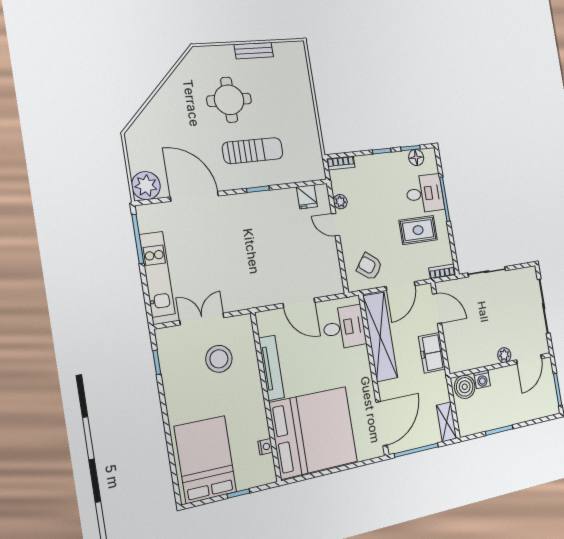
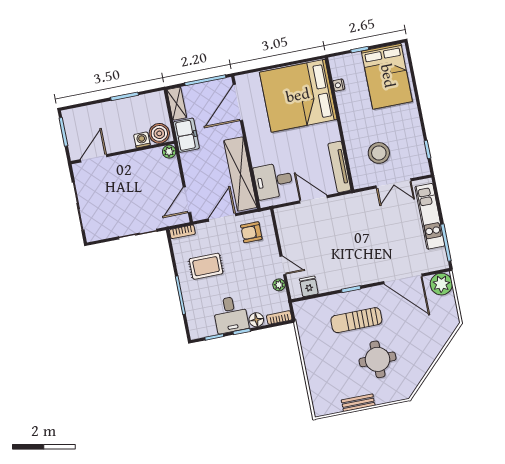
floor lamp: (416, 158) -> (256, 320), moved
desk: (425, 194) -> (231, 315), moved, turned -90
armchair: (369, 266) -> (251, 232), turned 143
door: (437, 308) -> (187, 200), hinge flipped
freezer: (432, 353) -> (186, 135), moved
plant: (504, 355) -> (169, 152), moved
tv unit: (271, 368) -> (339, 167), moved

